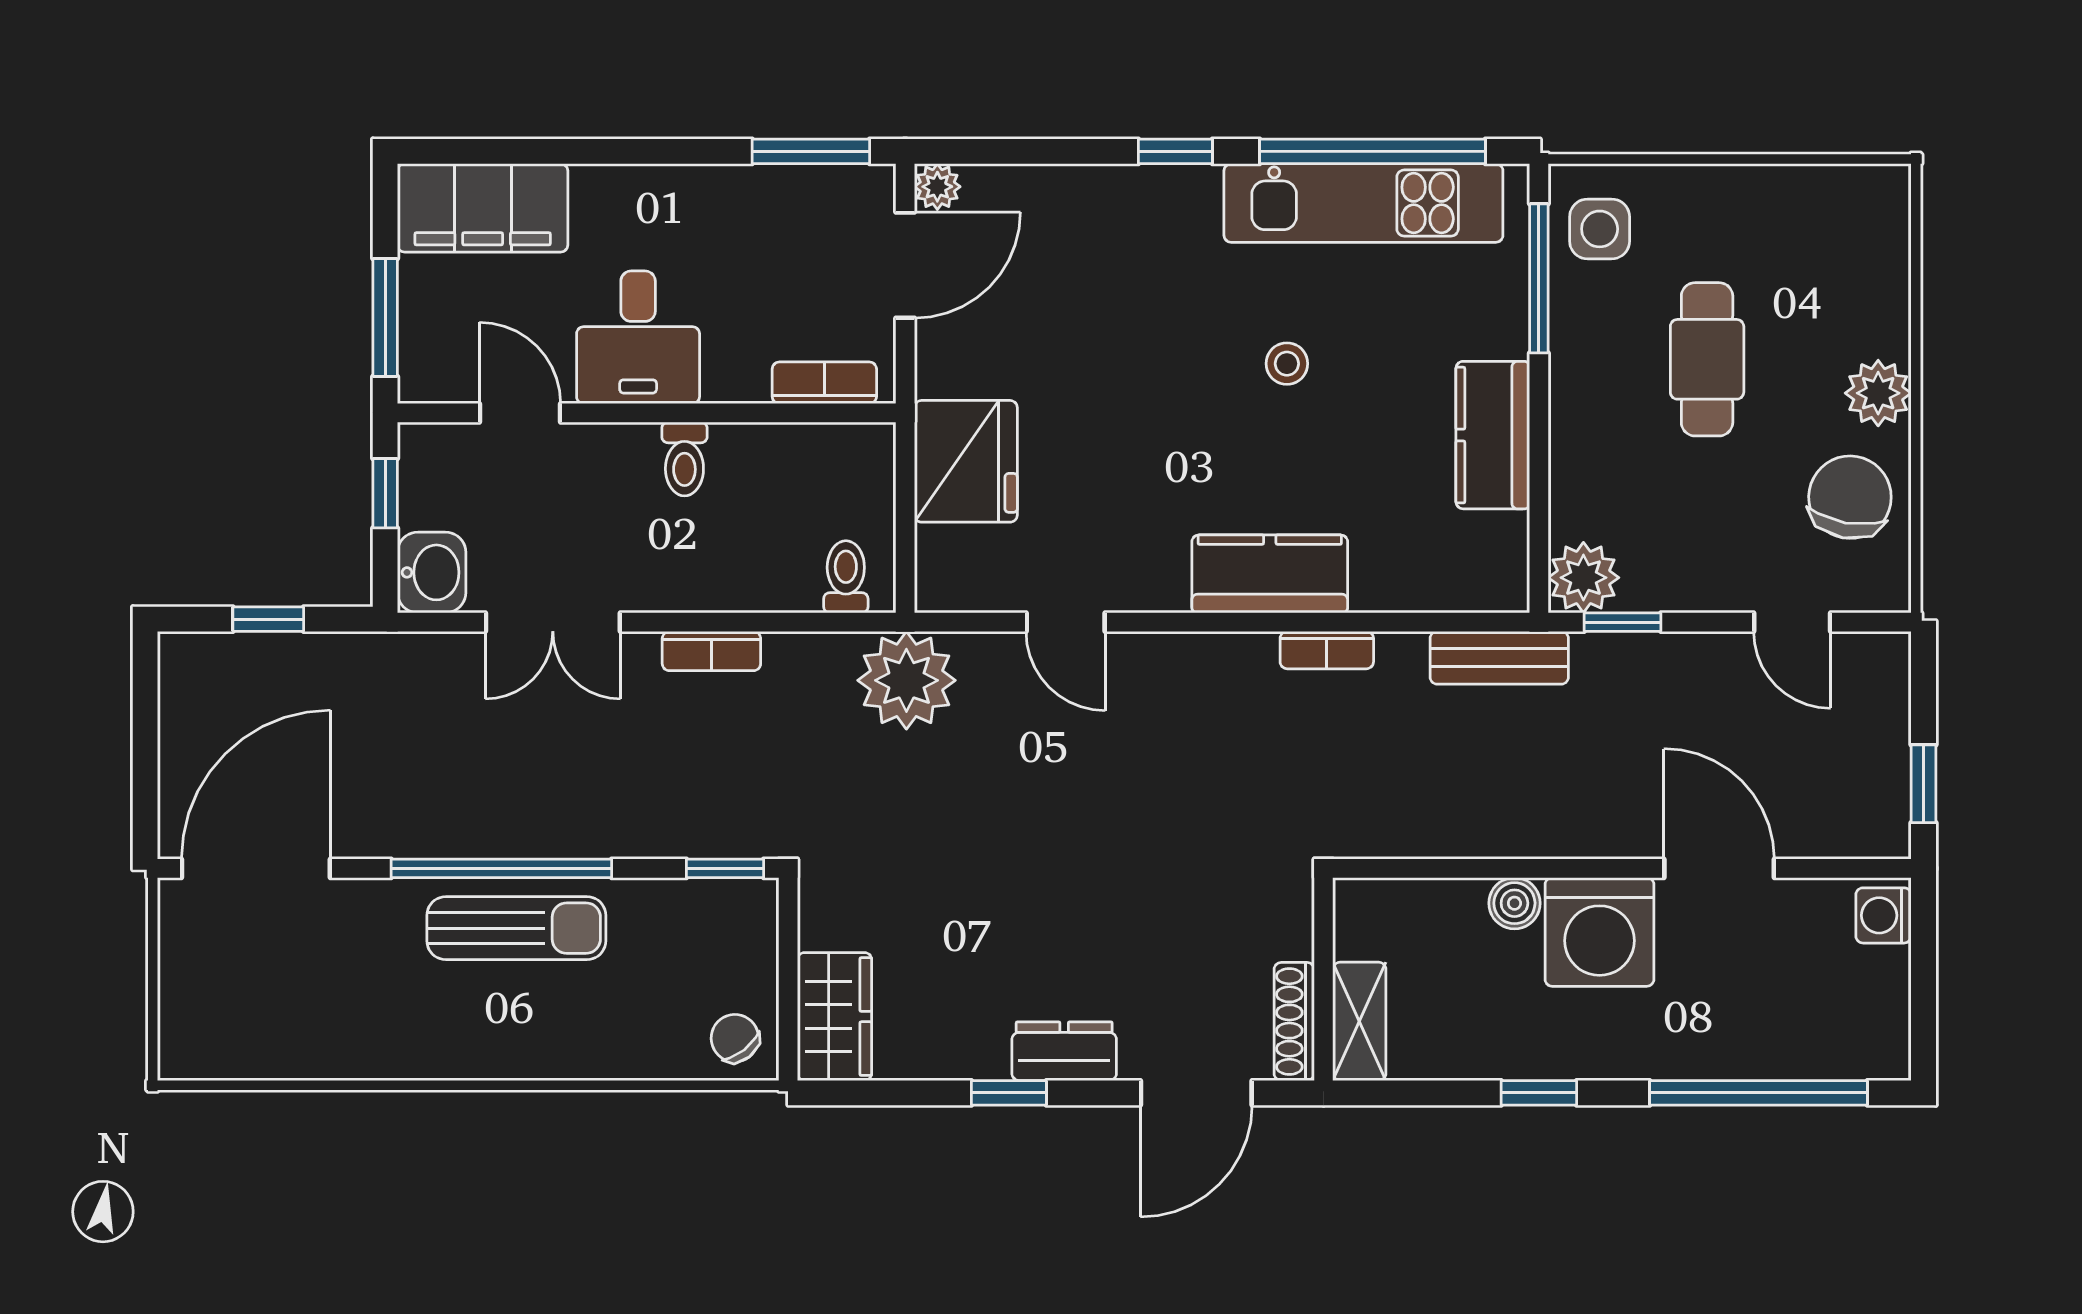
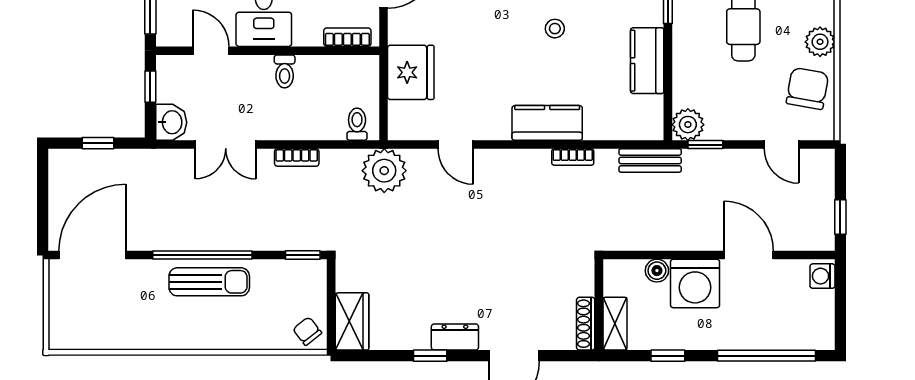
wall: (1324, 979) -> (599, 305), moved
shoe rack: (1294, 1021) -> (586, 324), moved
shelving: (1359, 1021) -> (615, 324), moved

